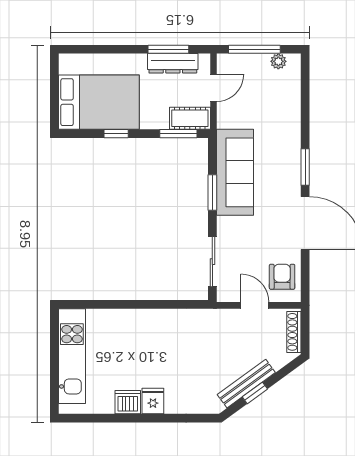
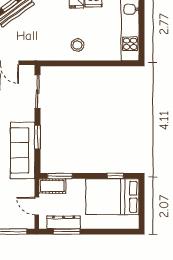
door: (214, 88) -> (37, 206), hinge flipped
window: (116, 134) -> (115, 176), moved
stool: (152, 332) -> (77, 45), added

